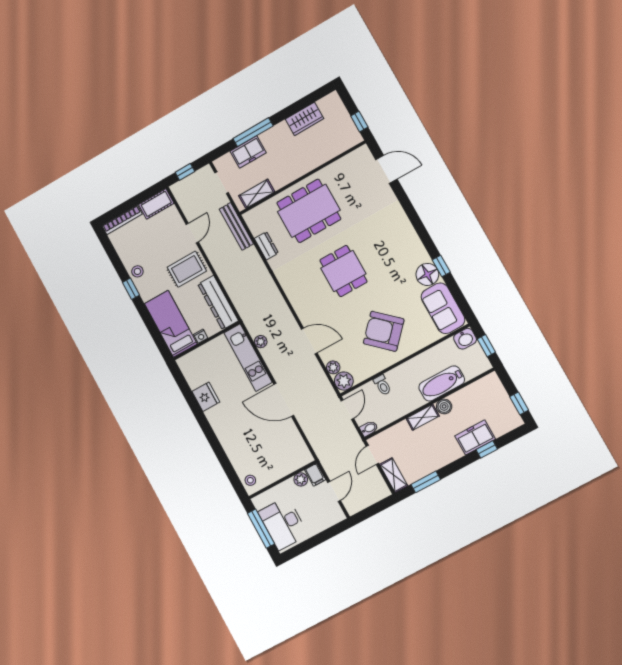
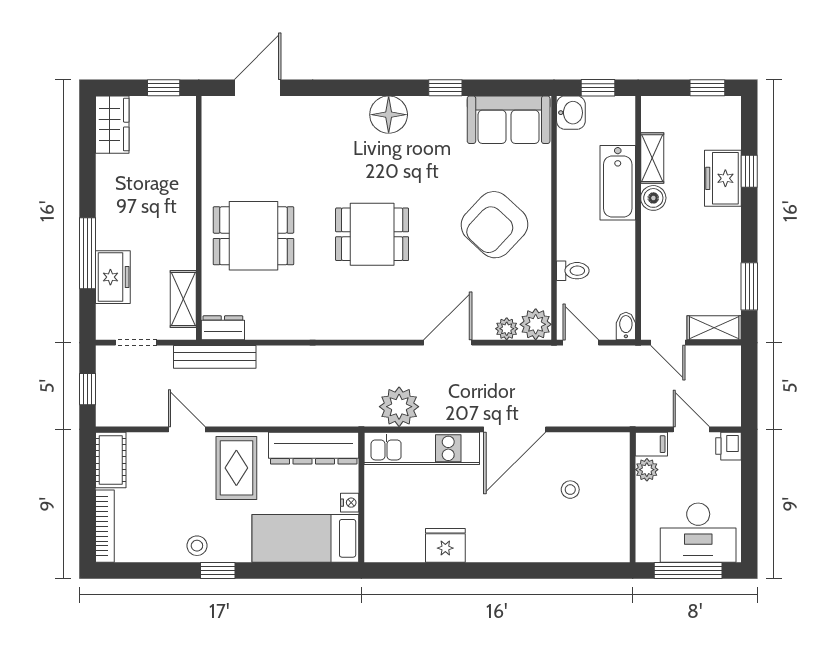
wardrobe: (305, 119) -> (112, 125), moved
dining table: (309, 211) -> (253, 236), width x0.73
dresser: (266, 246) -> (223, 328), moved
floor lamp: (427, 274) -> (389, 115), moved
plant: (261, 342) -> (399, 407), width x1.88, depth x1.88
shelving: (423, 417) -> (652, 158), moved
stool: (250, 480) -> (570, 490), moved
printer: (336, 515) -> (728, 446), added

